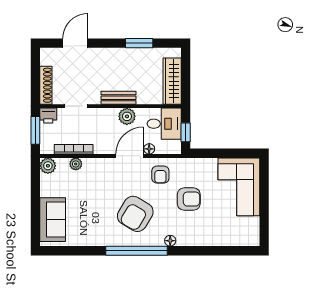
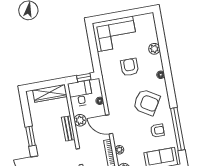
window: (139, 43) -> (31, 136), moved
door: (130, 156) -> (109, 124), moved
armchair: (160, 175) -> (157, 131), moved
plant: (208, 238) -> (154, 49), added
window: (137, 251) -> (178, 129), moved

